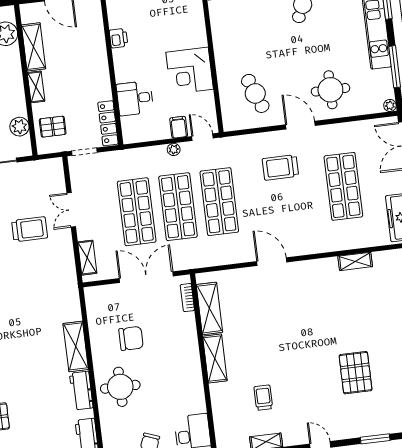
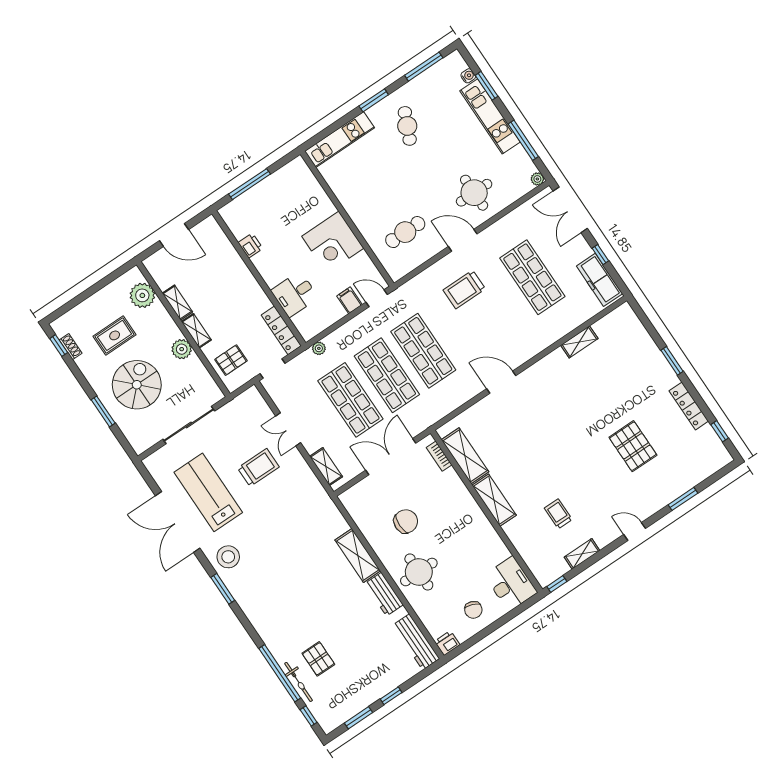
shelving: (34, 47) -> (177, 303), width x0.67, depth x0.75
cafe table: (255, 93) -> (405, 232), turned -69
plant: (19, 127) -> (182, 349), moved
plant: (174, 149) -> (319, 348), moved

